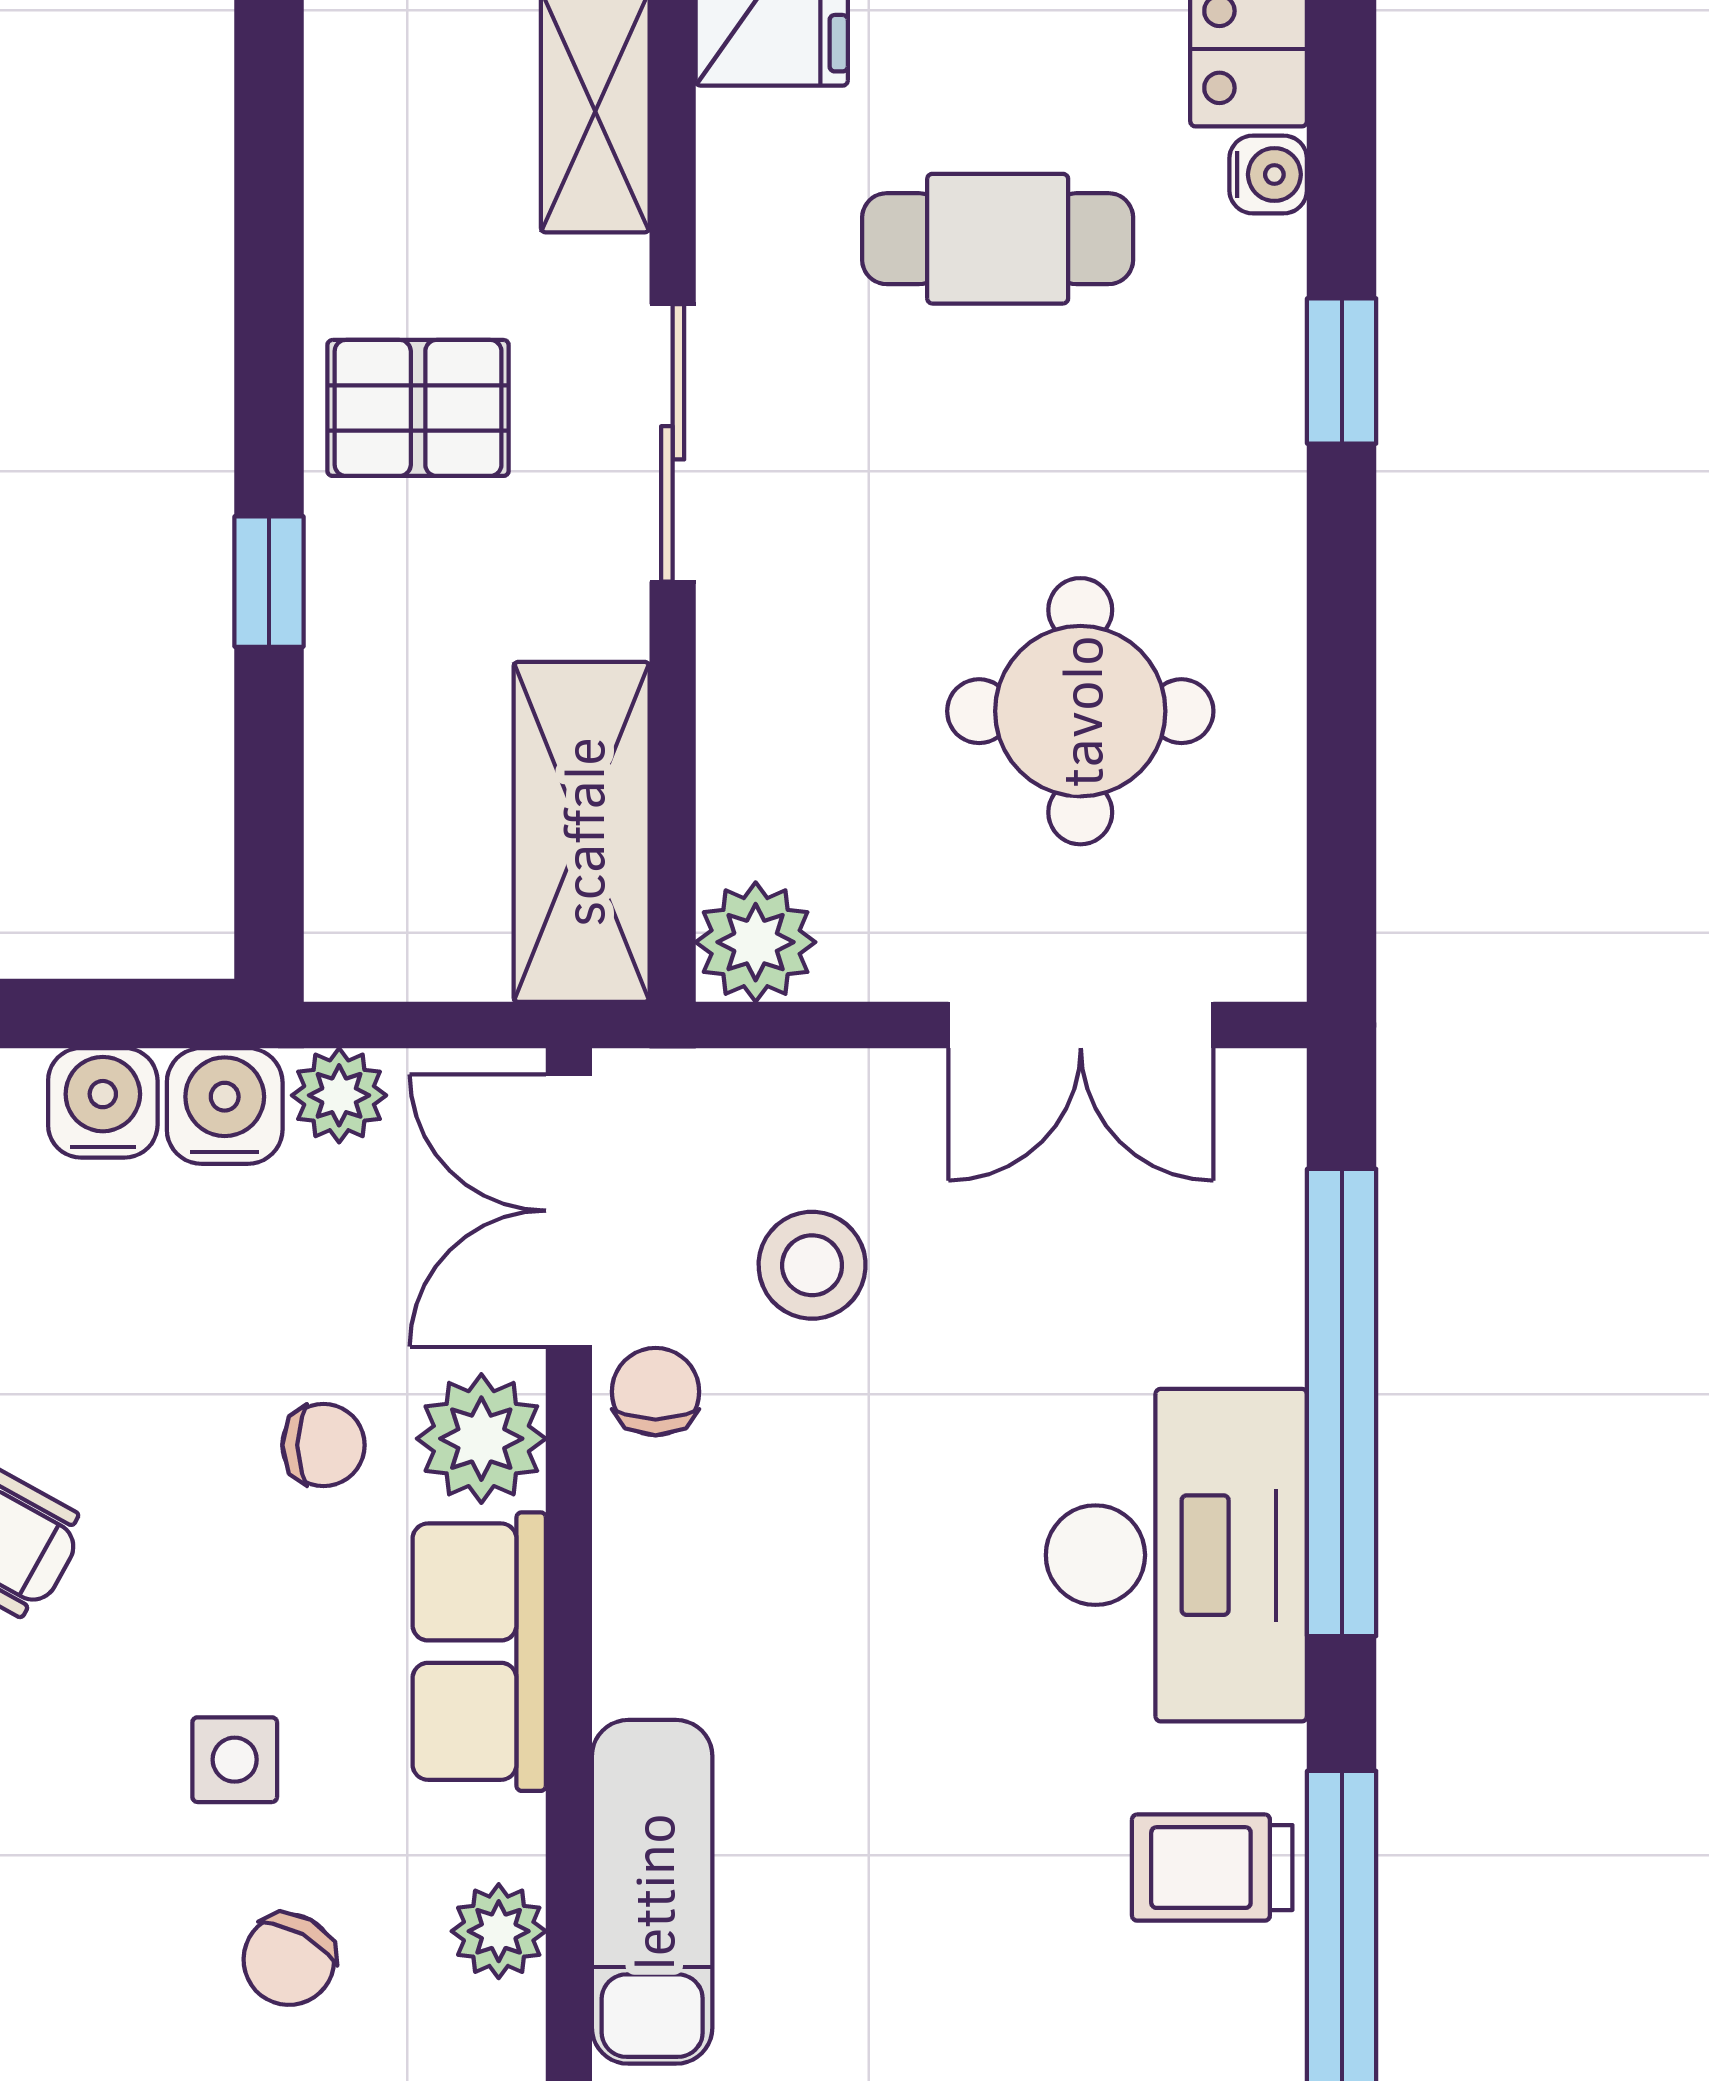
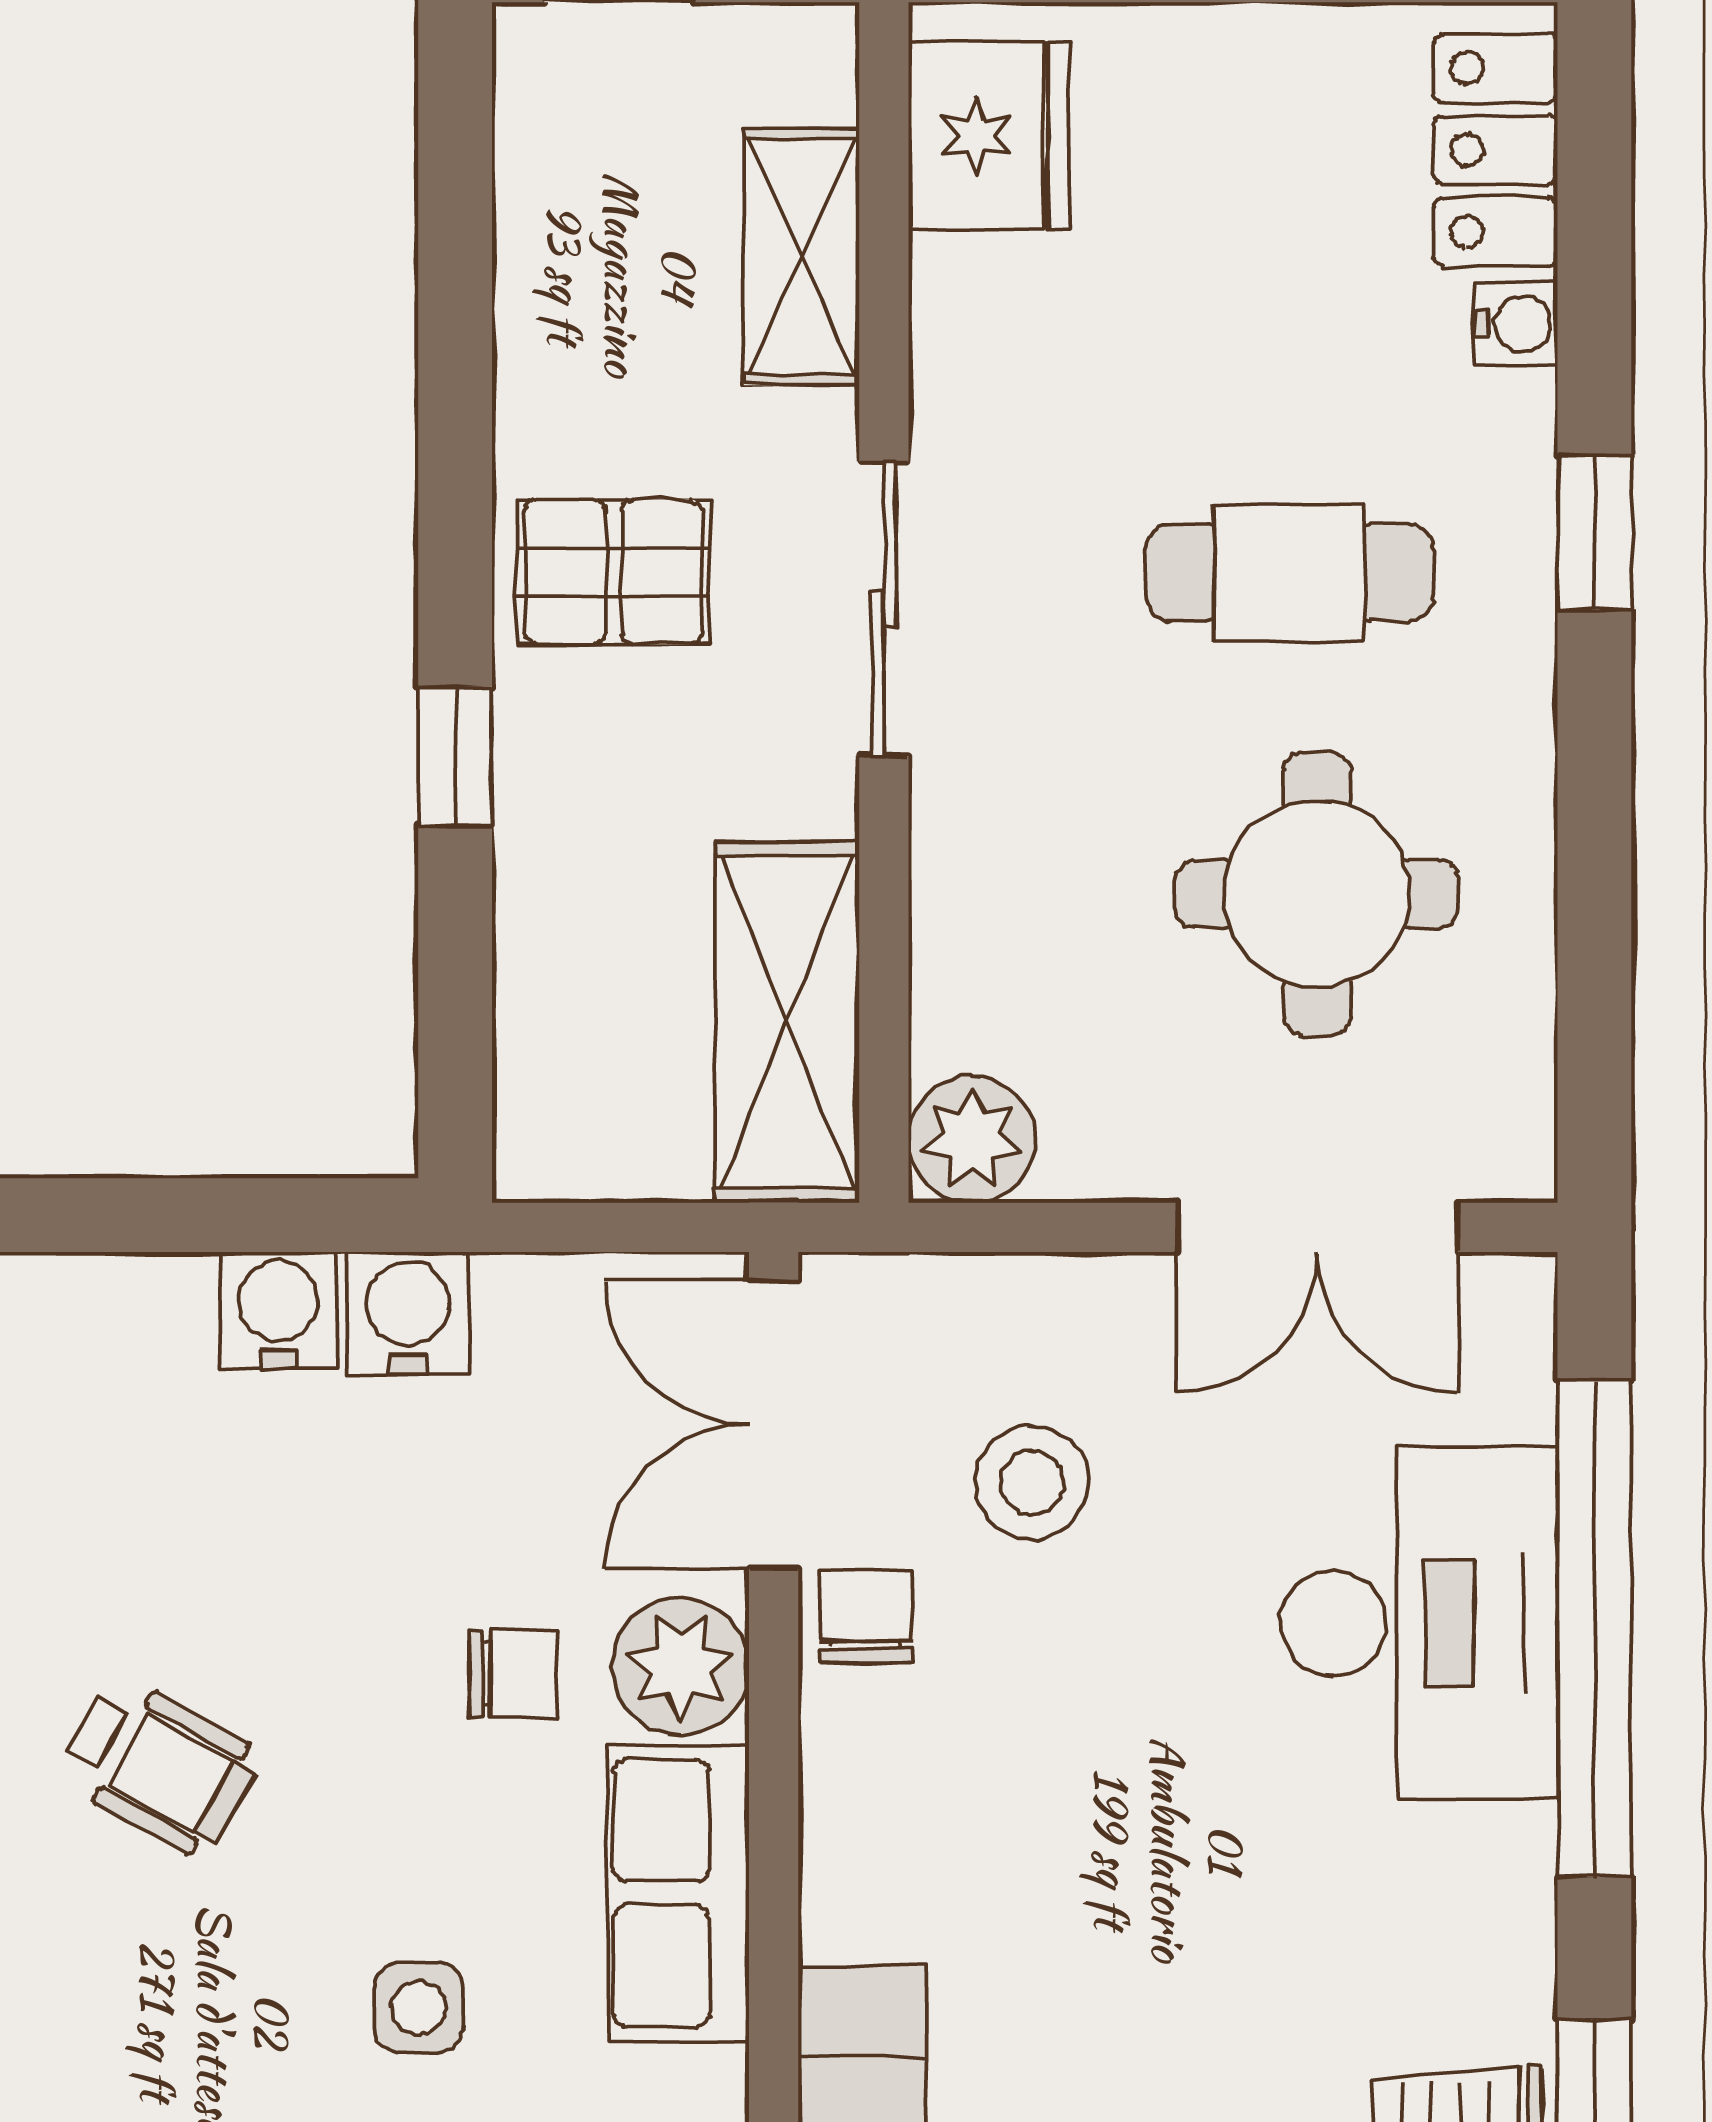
cafe table: (998, 239) -> (1290, 573), moved
plant: (339, 1095) -> (530, 1302), removed
desk: (1176, 1555) -> (1419, 1623), moved

